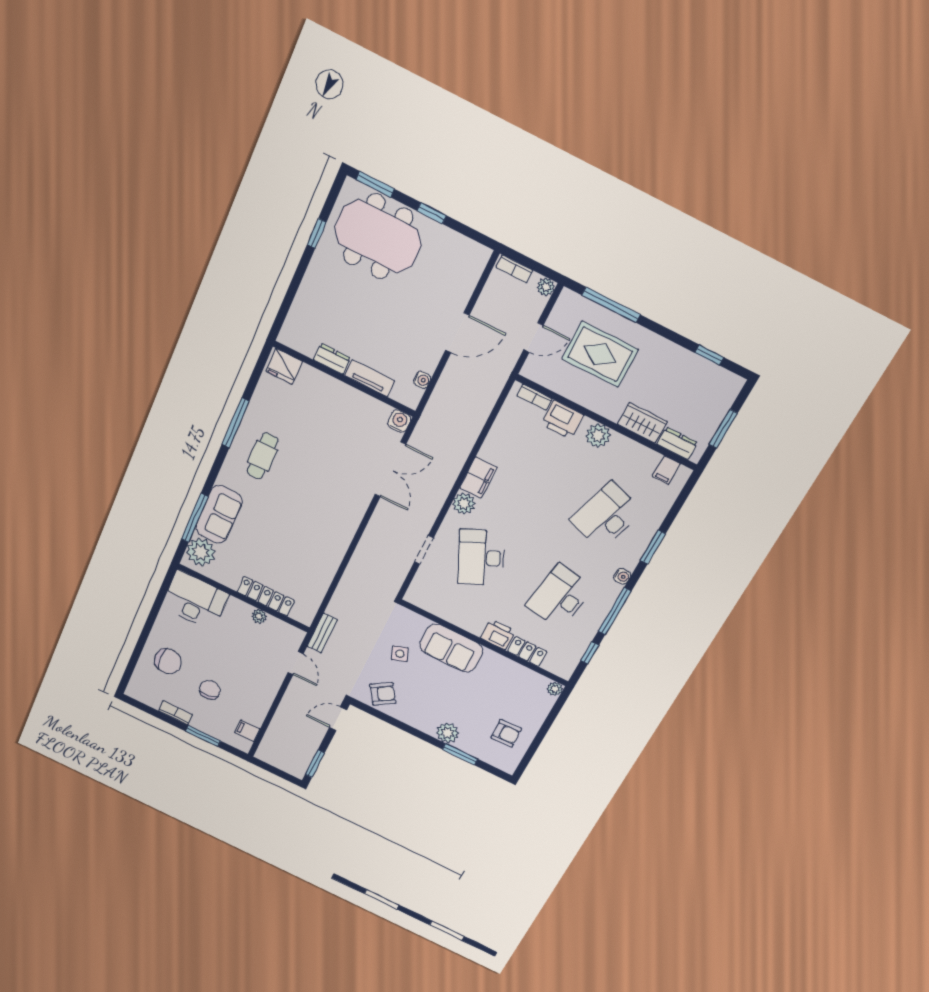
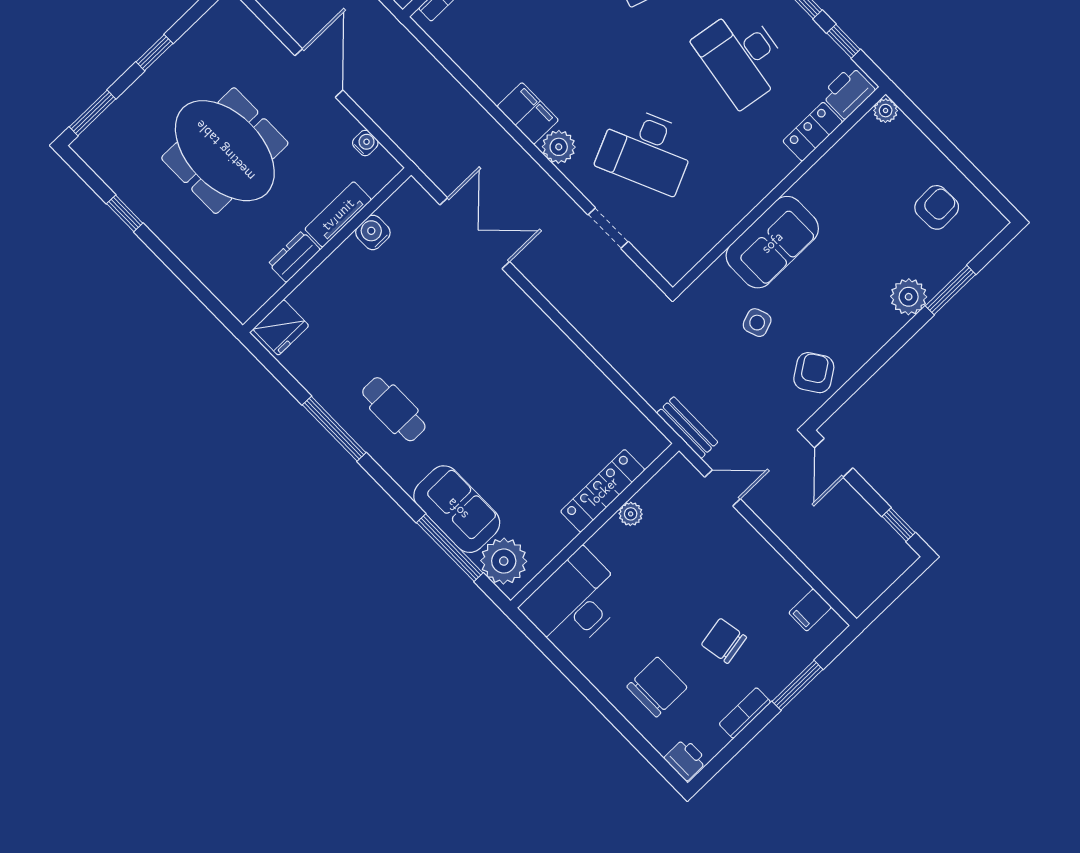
meeting table: (378, 236) -> (225, 151), moved, turned 90
water cooler: (399, 421) -> (373, 232), moved
printer: (498, 634) -> (848, 92), moved
printer: (136, 689) -> (686, 759), added
window: (315, 764) -> (899, 525), width x0.67

